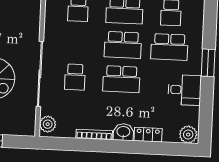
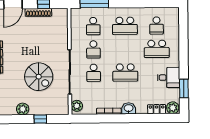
school desk: (123, 45) -> (93, 49), moved, width x0.54
window: (208, 63) -> (184, 88), moved
locker: (148, 135) -> (157, 109), moved

